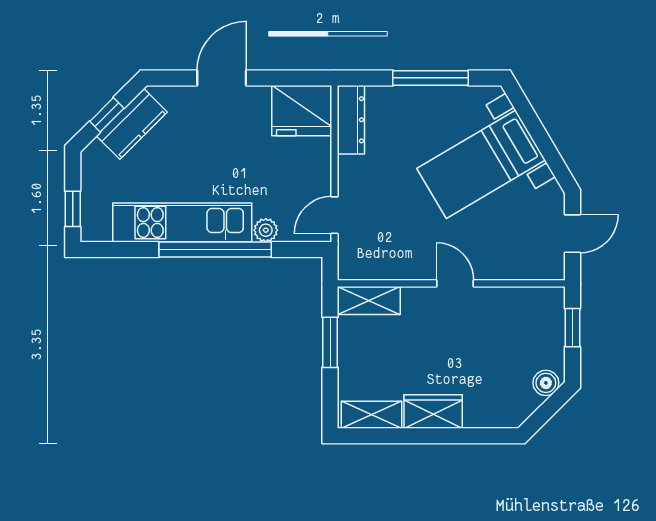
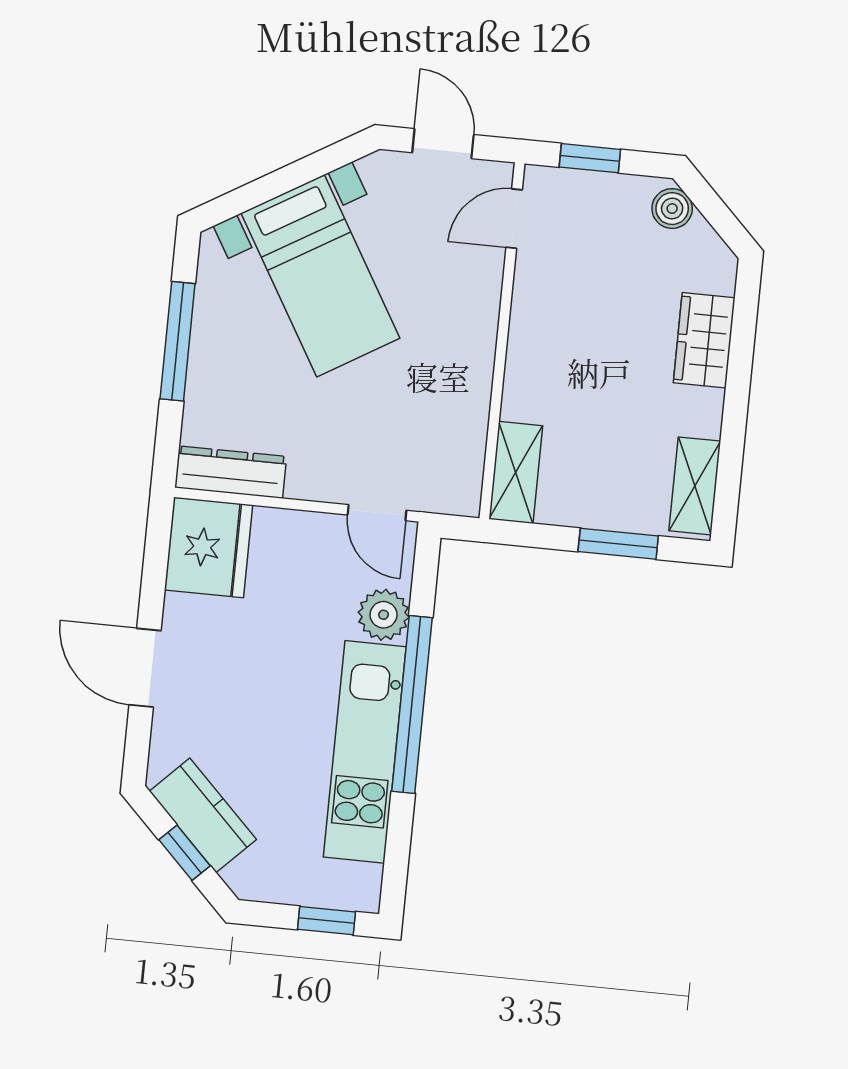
plant: (266, 230) -> (384, 615), width x1.38, depth x1.38
door: (455, 283) -> (514, 219), moved
window: (330, 342) -> (618, 544), moved
wardrobe: (433, 412) -> (704, 340), moved

